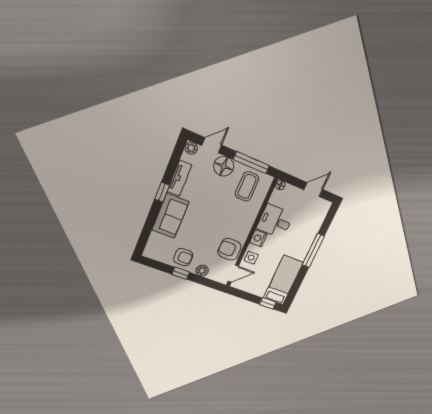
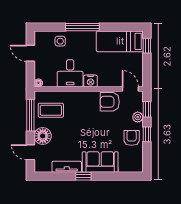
plant: (191, 148) -> (39, 167), removed
armchair: (229, 249) -> (110, 102), turned 90
side table: (251, 258) -> (60, 41), moved
window: (206, 282) -> (147, 109), added

